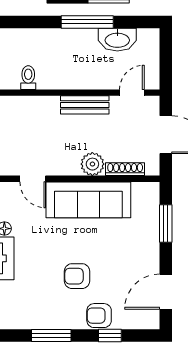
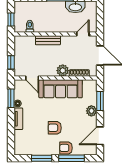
bench: (85, 105) -> (48, 40), moved
plant: (149, 243) -> (91, 111), added
window: (110, 336) -> (72, 158), width x2.17

